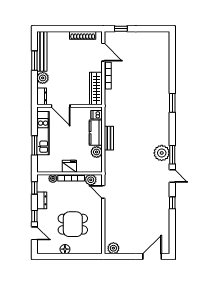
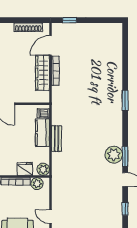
door: (103, 52) -> (50, 45), swing flipped
wardrobe: (96, 88) -> (43, 73), moved
plant: (97, 152) -> (43, 169), moved
fridge: (69, 166) -> (25, 169), moved
door: (103, 192) -> (50, 217), moved

